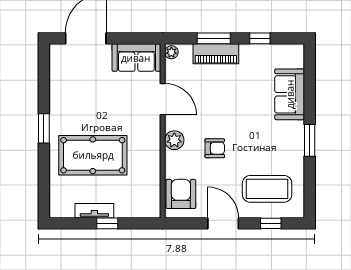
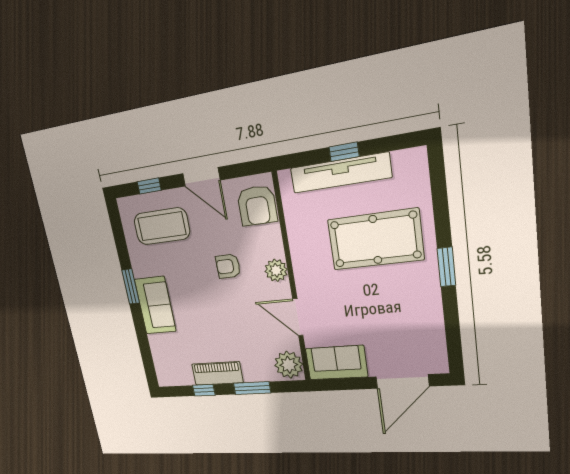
plant: (171, 52) -> (289, 365), width x1.88, depth x1.88
piano: (216, 54) -> (217, 373), moved
sofa: (290, 94) -> (155, 305), moved
tv unit: (94, 211) -> (340, 173), width x1.92, depth x1.29

